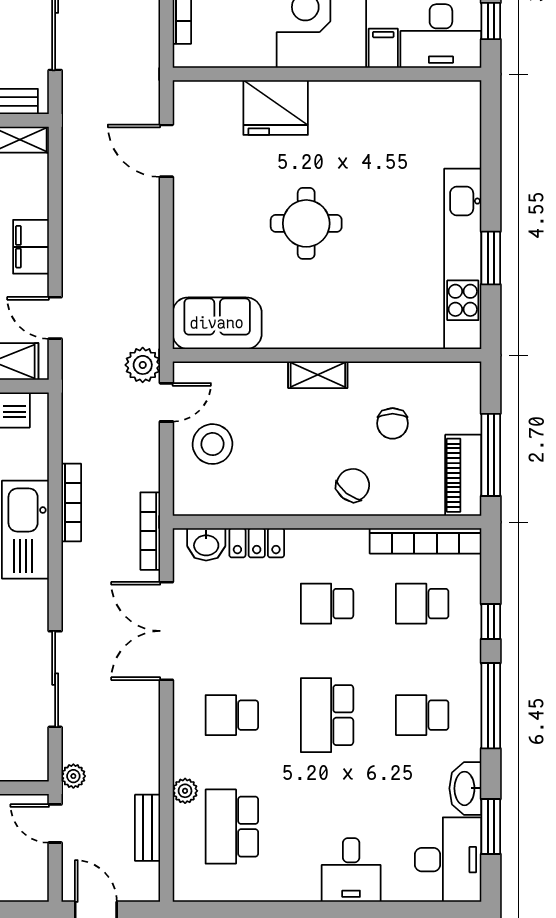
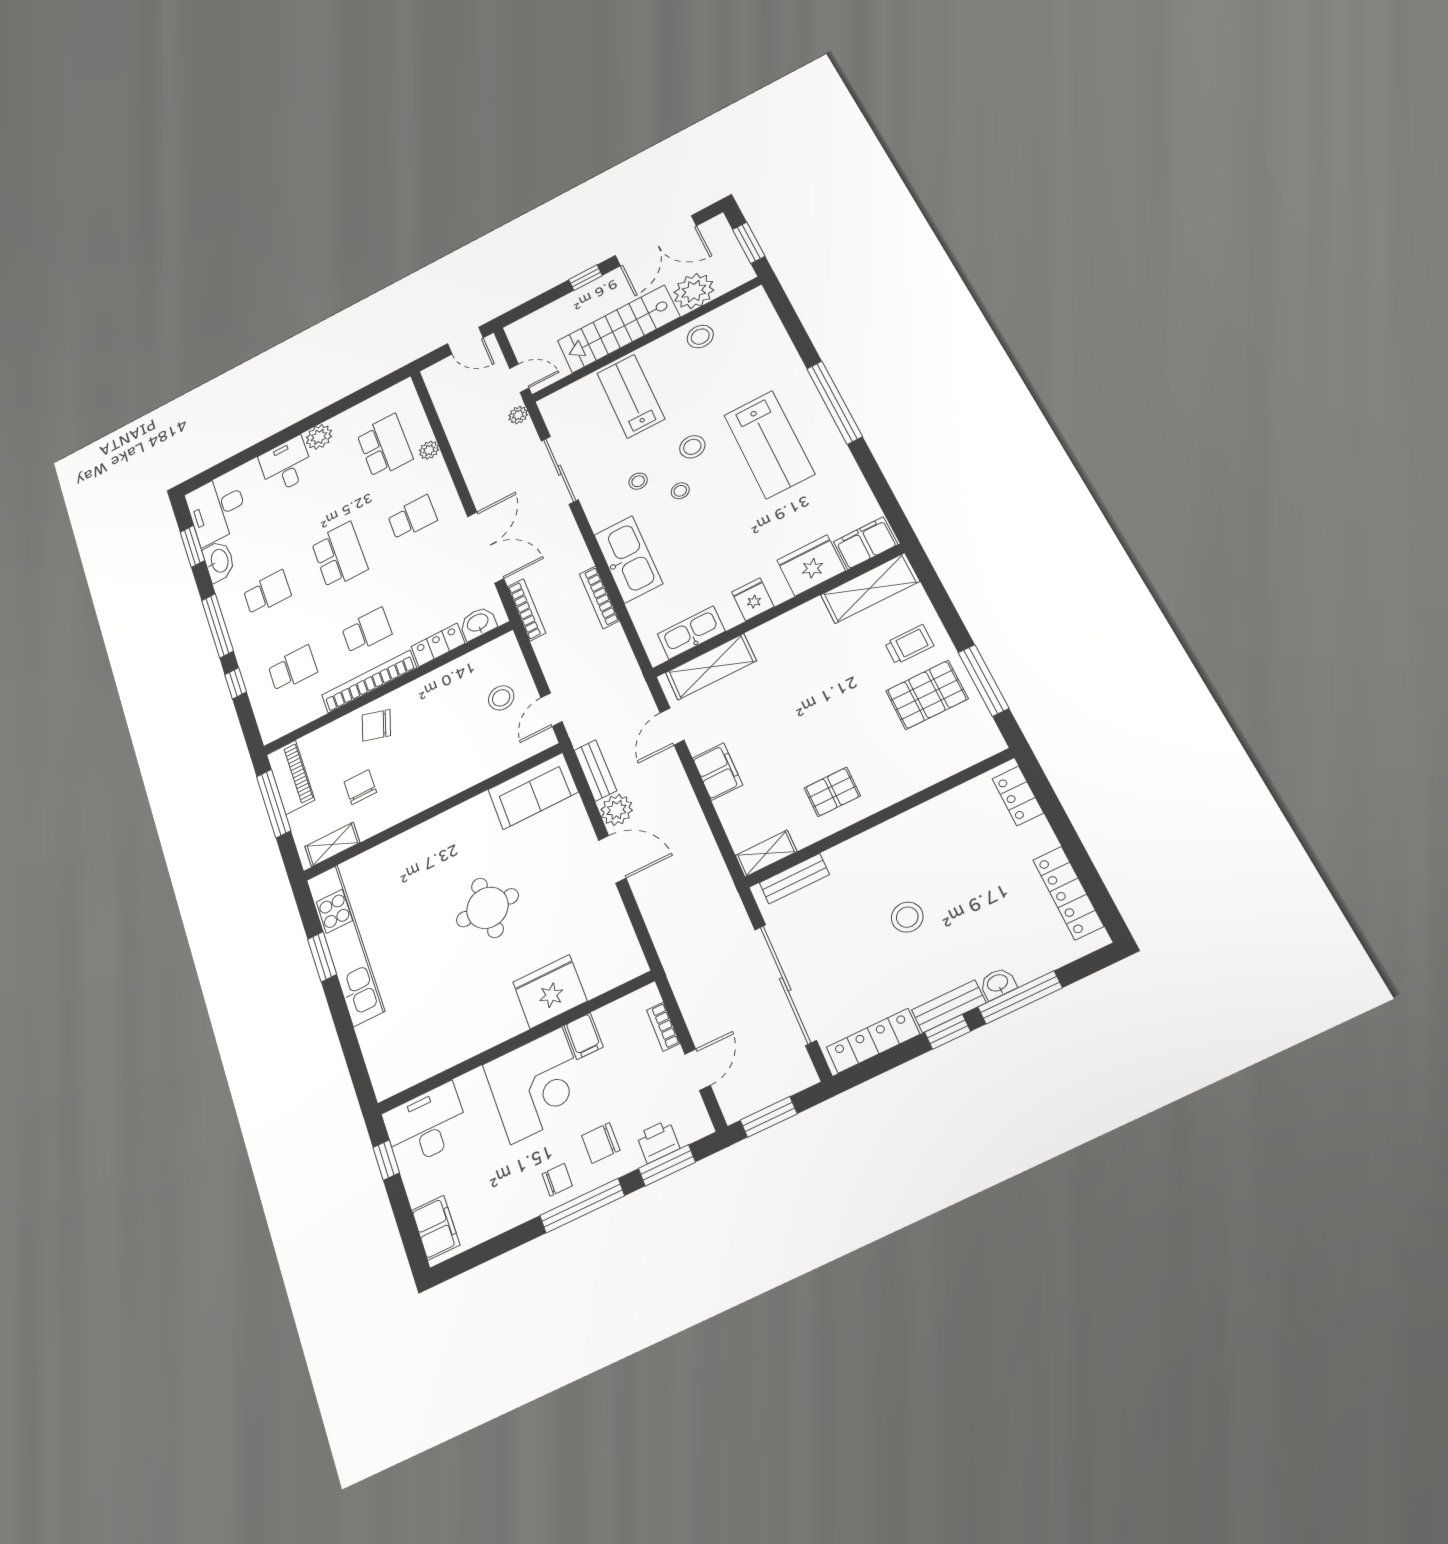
filing cabinet: (383, 48) -> (584, 1036), moved
door: (166, 151) -> (612, 859), moved
door: (55, 318) -> (672, 727), swing flipped
plant: (143, 365) -> (617, 810), moved
shelving: (318, 375) -> (332, 844), moved
stool: (212, 444) -> (501, 698), width x0.73, depth x0.73
chair: (353, 485) -> (376, 725), turned 69
bookcase: (426, 541) -> (369, 682), moved
bench: (148, 828) -> (595, 770), moved
plant: (302, 885) -> (319, 437), added

